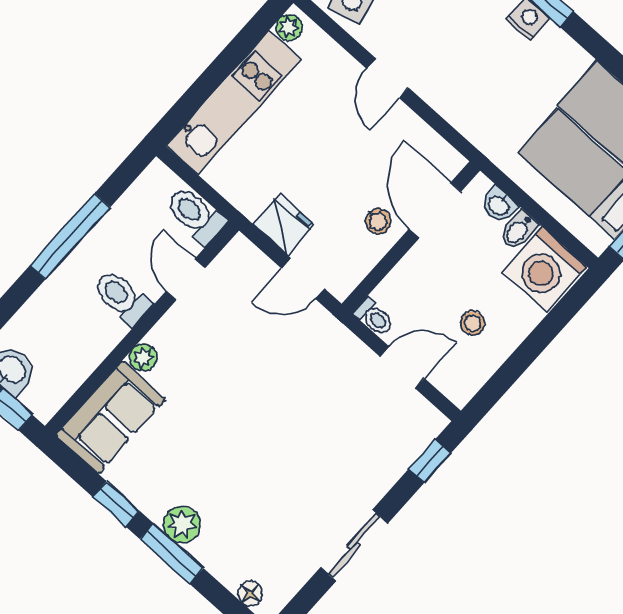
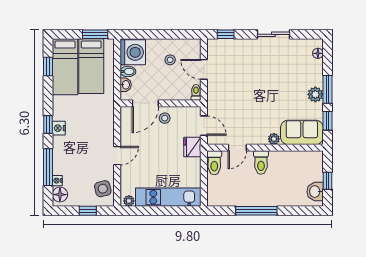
toilet: (195, 215) -> (214, 163), moved
door: (186, 280) -> (237, 148), moved
toilet: (122, 298) -> (261, 162), moved
wall: (142, 328) -> (265, 148), moved
plant: (143, 357) -> (274, 139), moved
sofa: (110, 417) -> (302, 132), moved

